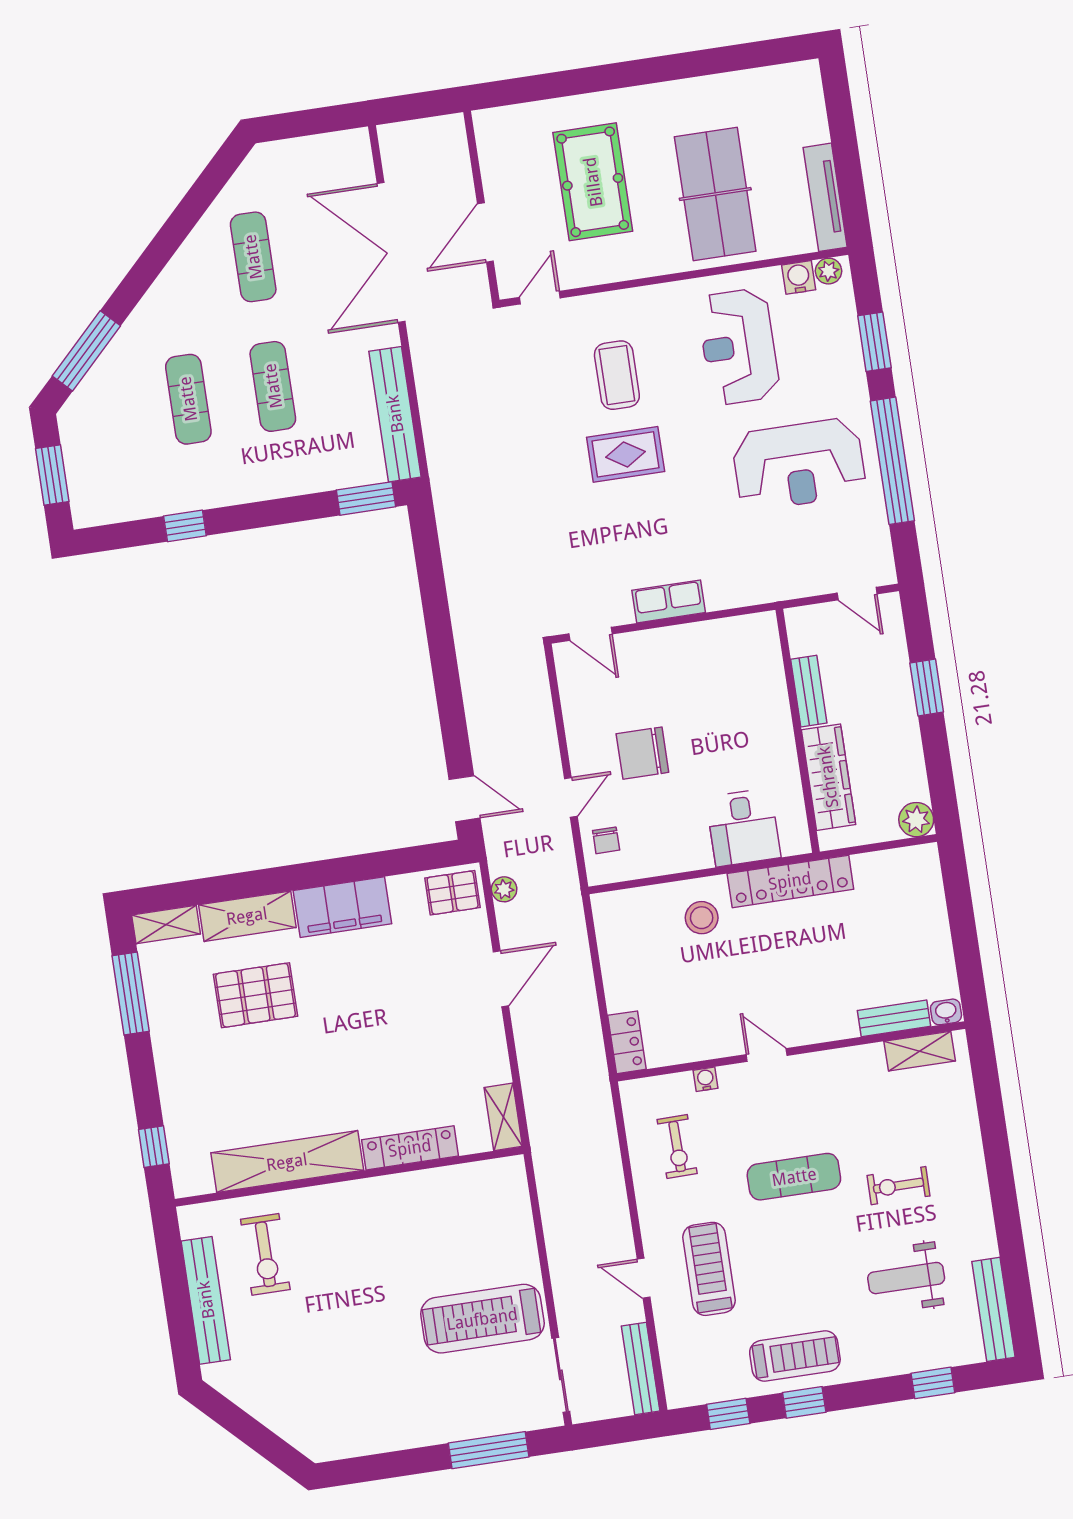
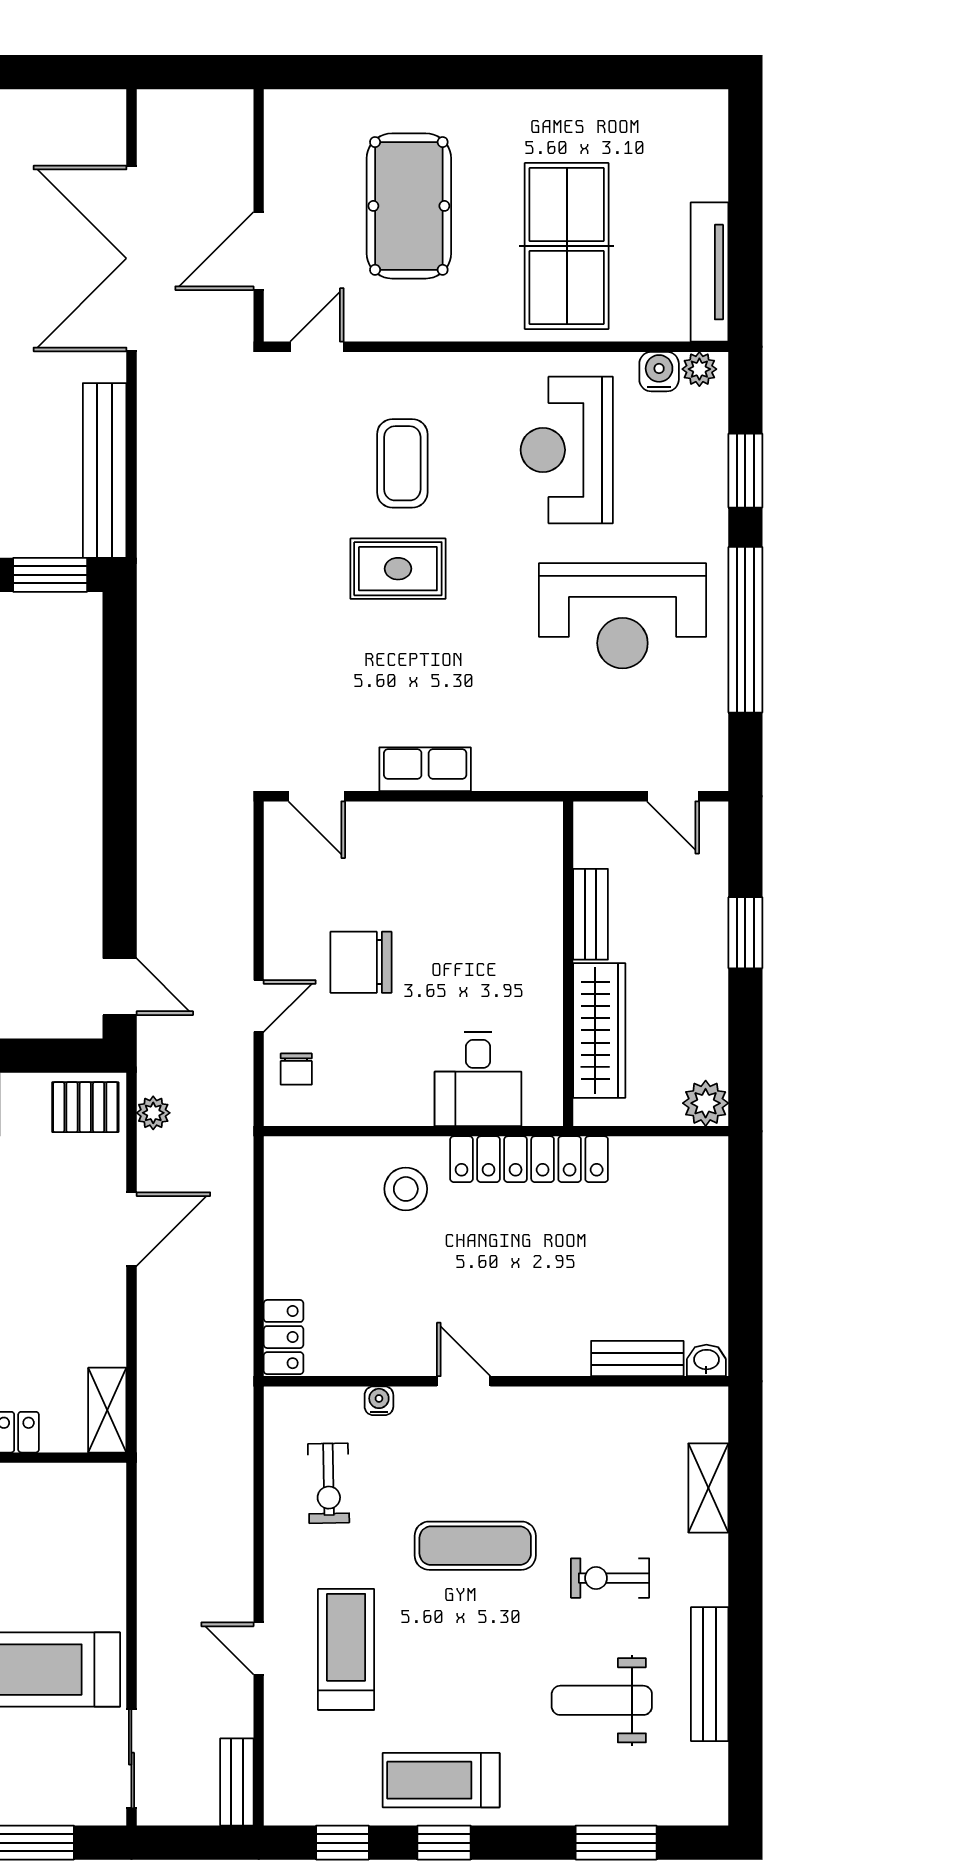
shelving: (920, 1051) -> (708, 1488), moved, turned 90
bench: (993, 1309) -> (710, 1674), moved
treadmill: (795, 1356) -> (441, 1780), turned 180
bench: (641, 1369) -> (237, 1782), width x0.73
window: (933, 1383) -> (616, 1843), width x1.50

